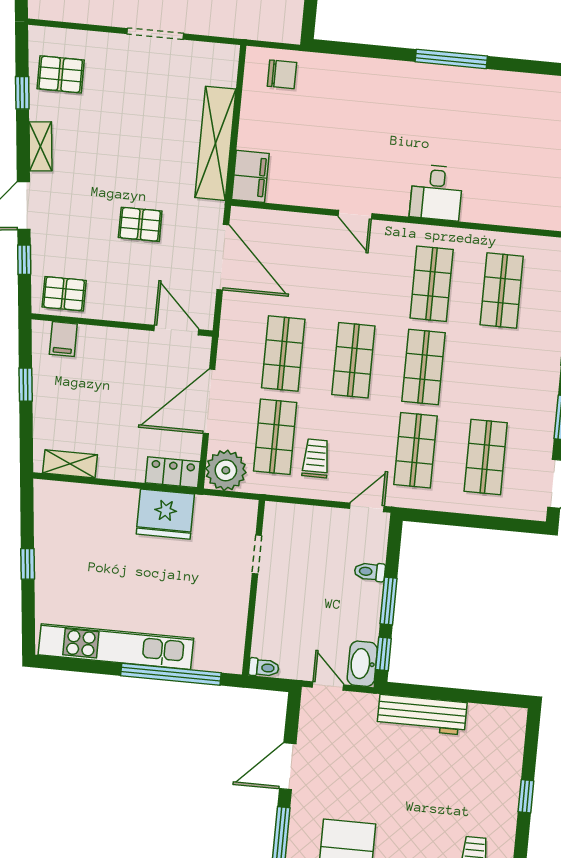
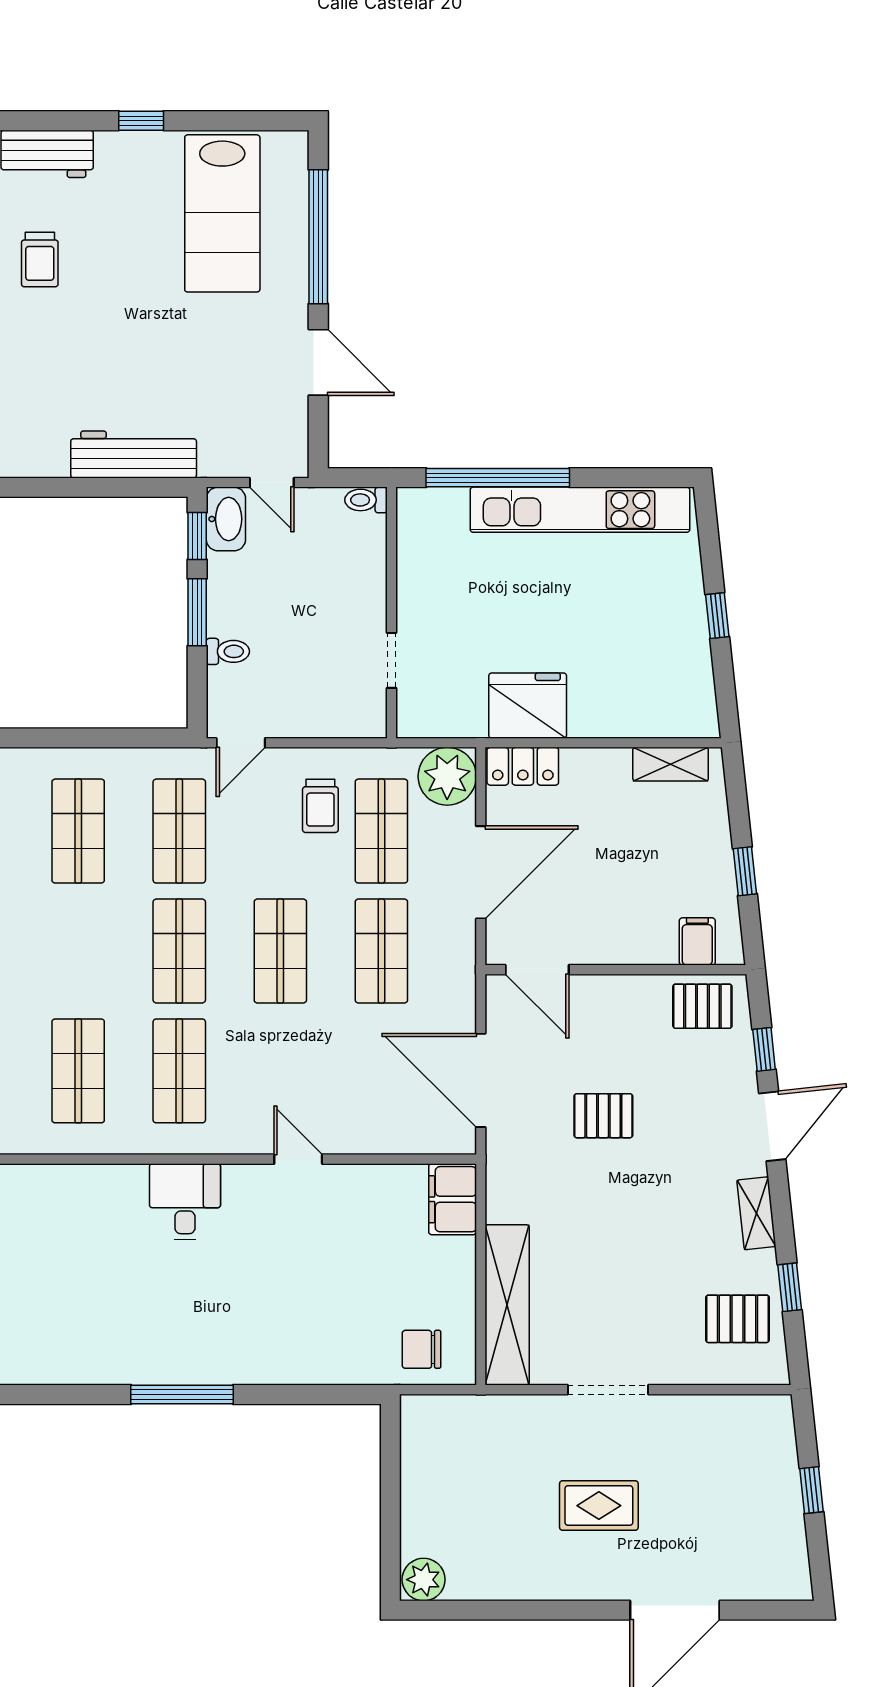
shelving: (215, 143) -> (507, 1305), moved
door: (288, 766) -> (318, 362), hinge flipped

